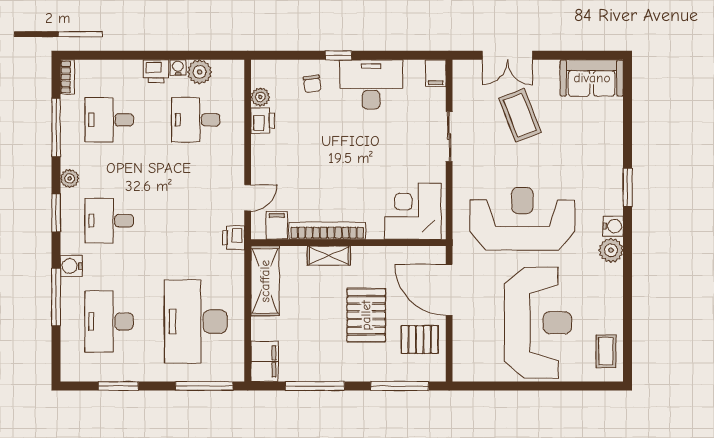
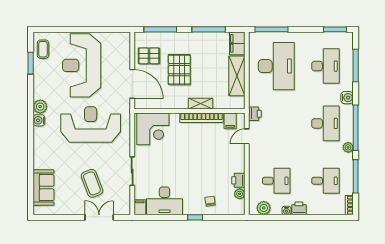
plant: (200, 72) -> (264, 208), moved
sofa: (592, 78) -> (44, 188), moved, turned 90
desk: (371, 84) -> (164, 201), moved
window: (628, 187) -> (31, 63), moved
window: (56, 213) -> (356, 128), width x2.11
reception desk: (522, 219) -> (91, 125), turned 180
desk: (109, 221) -> (326, 123), width x1.37
shelving: (265, 281) -> (237, 76), moved
window: (56, 297) -> (356, 66), moved
window: (118, 386) -> (335, 29), moved

